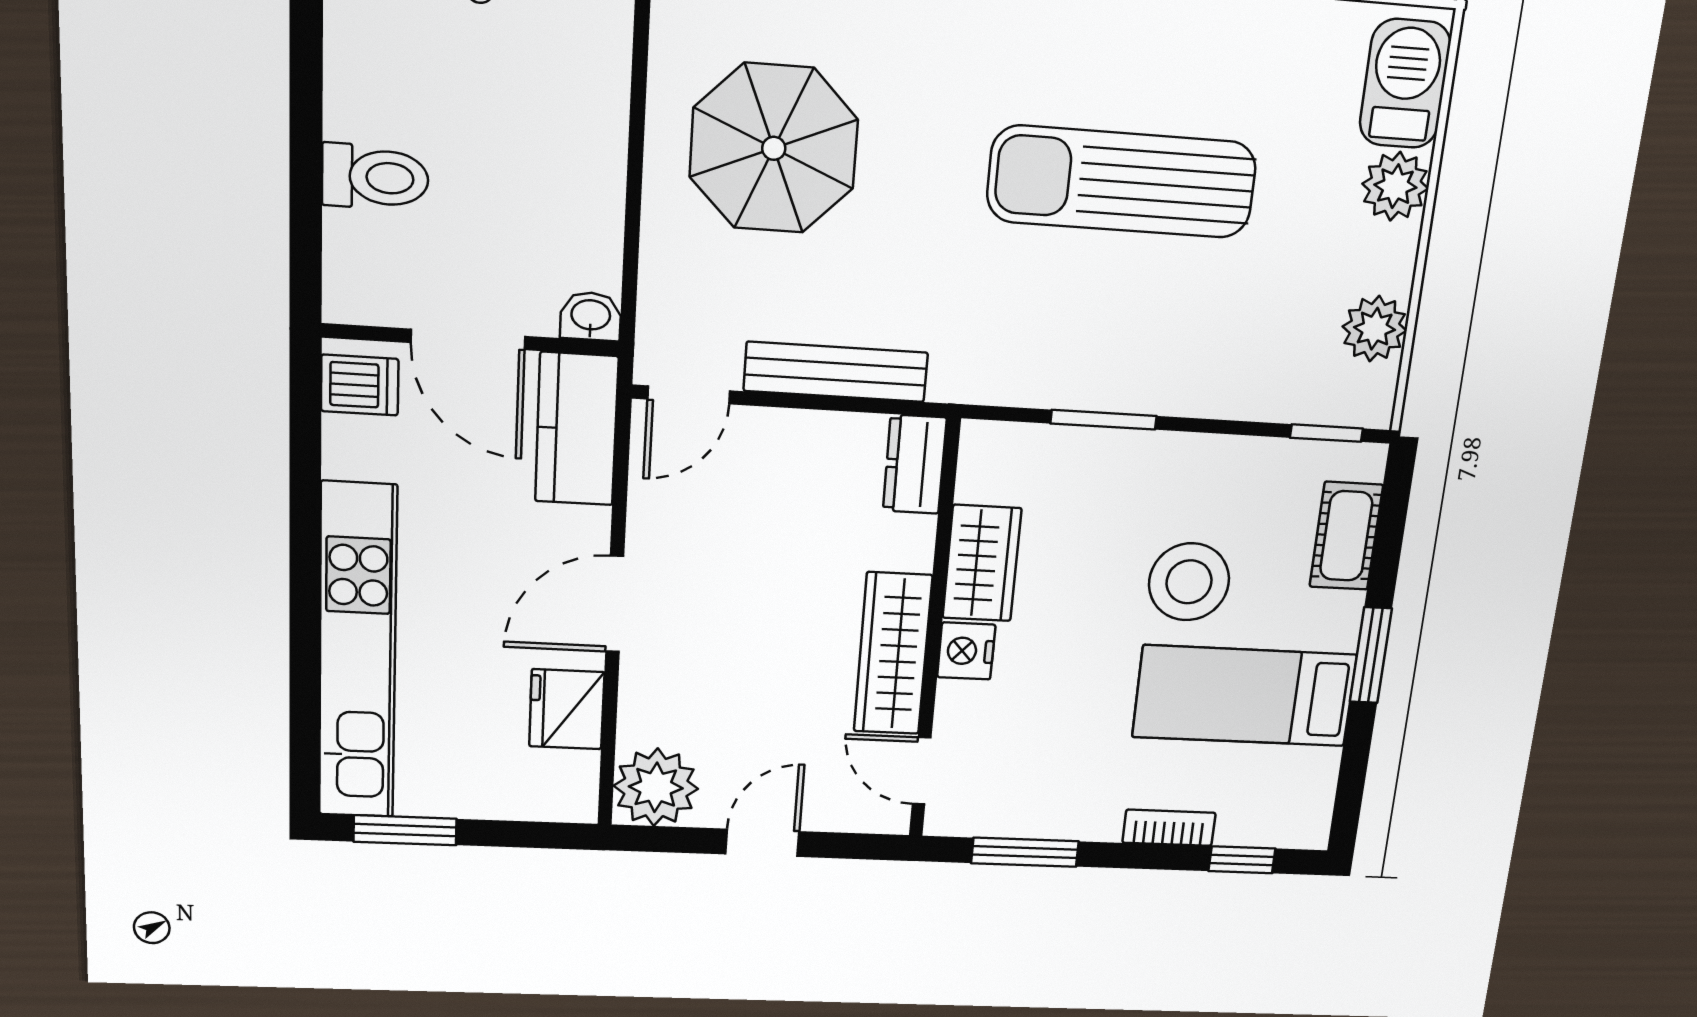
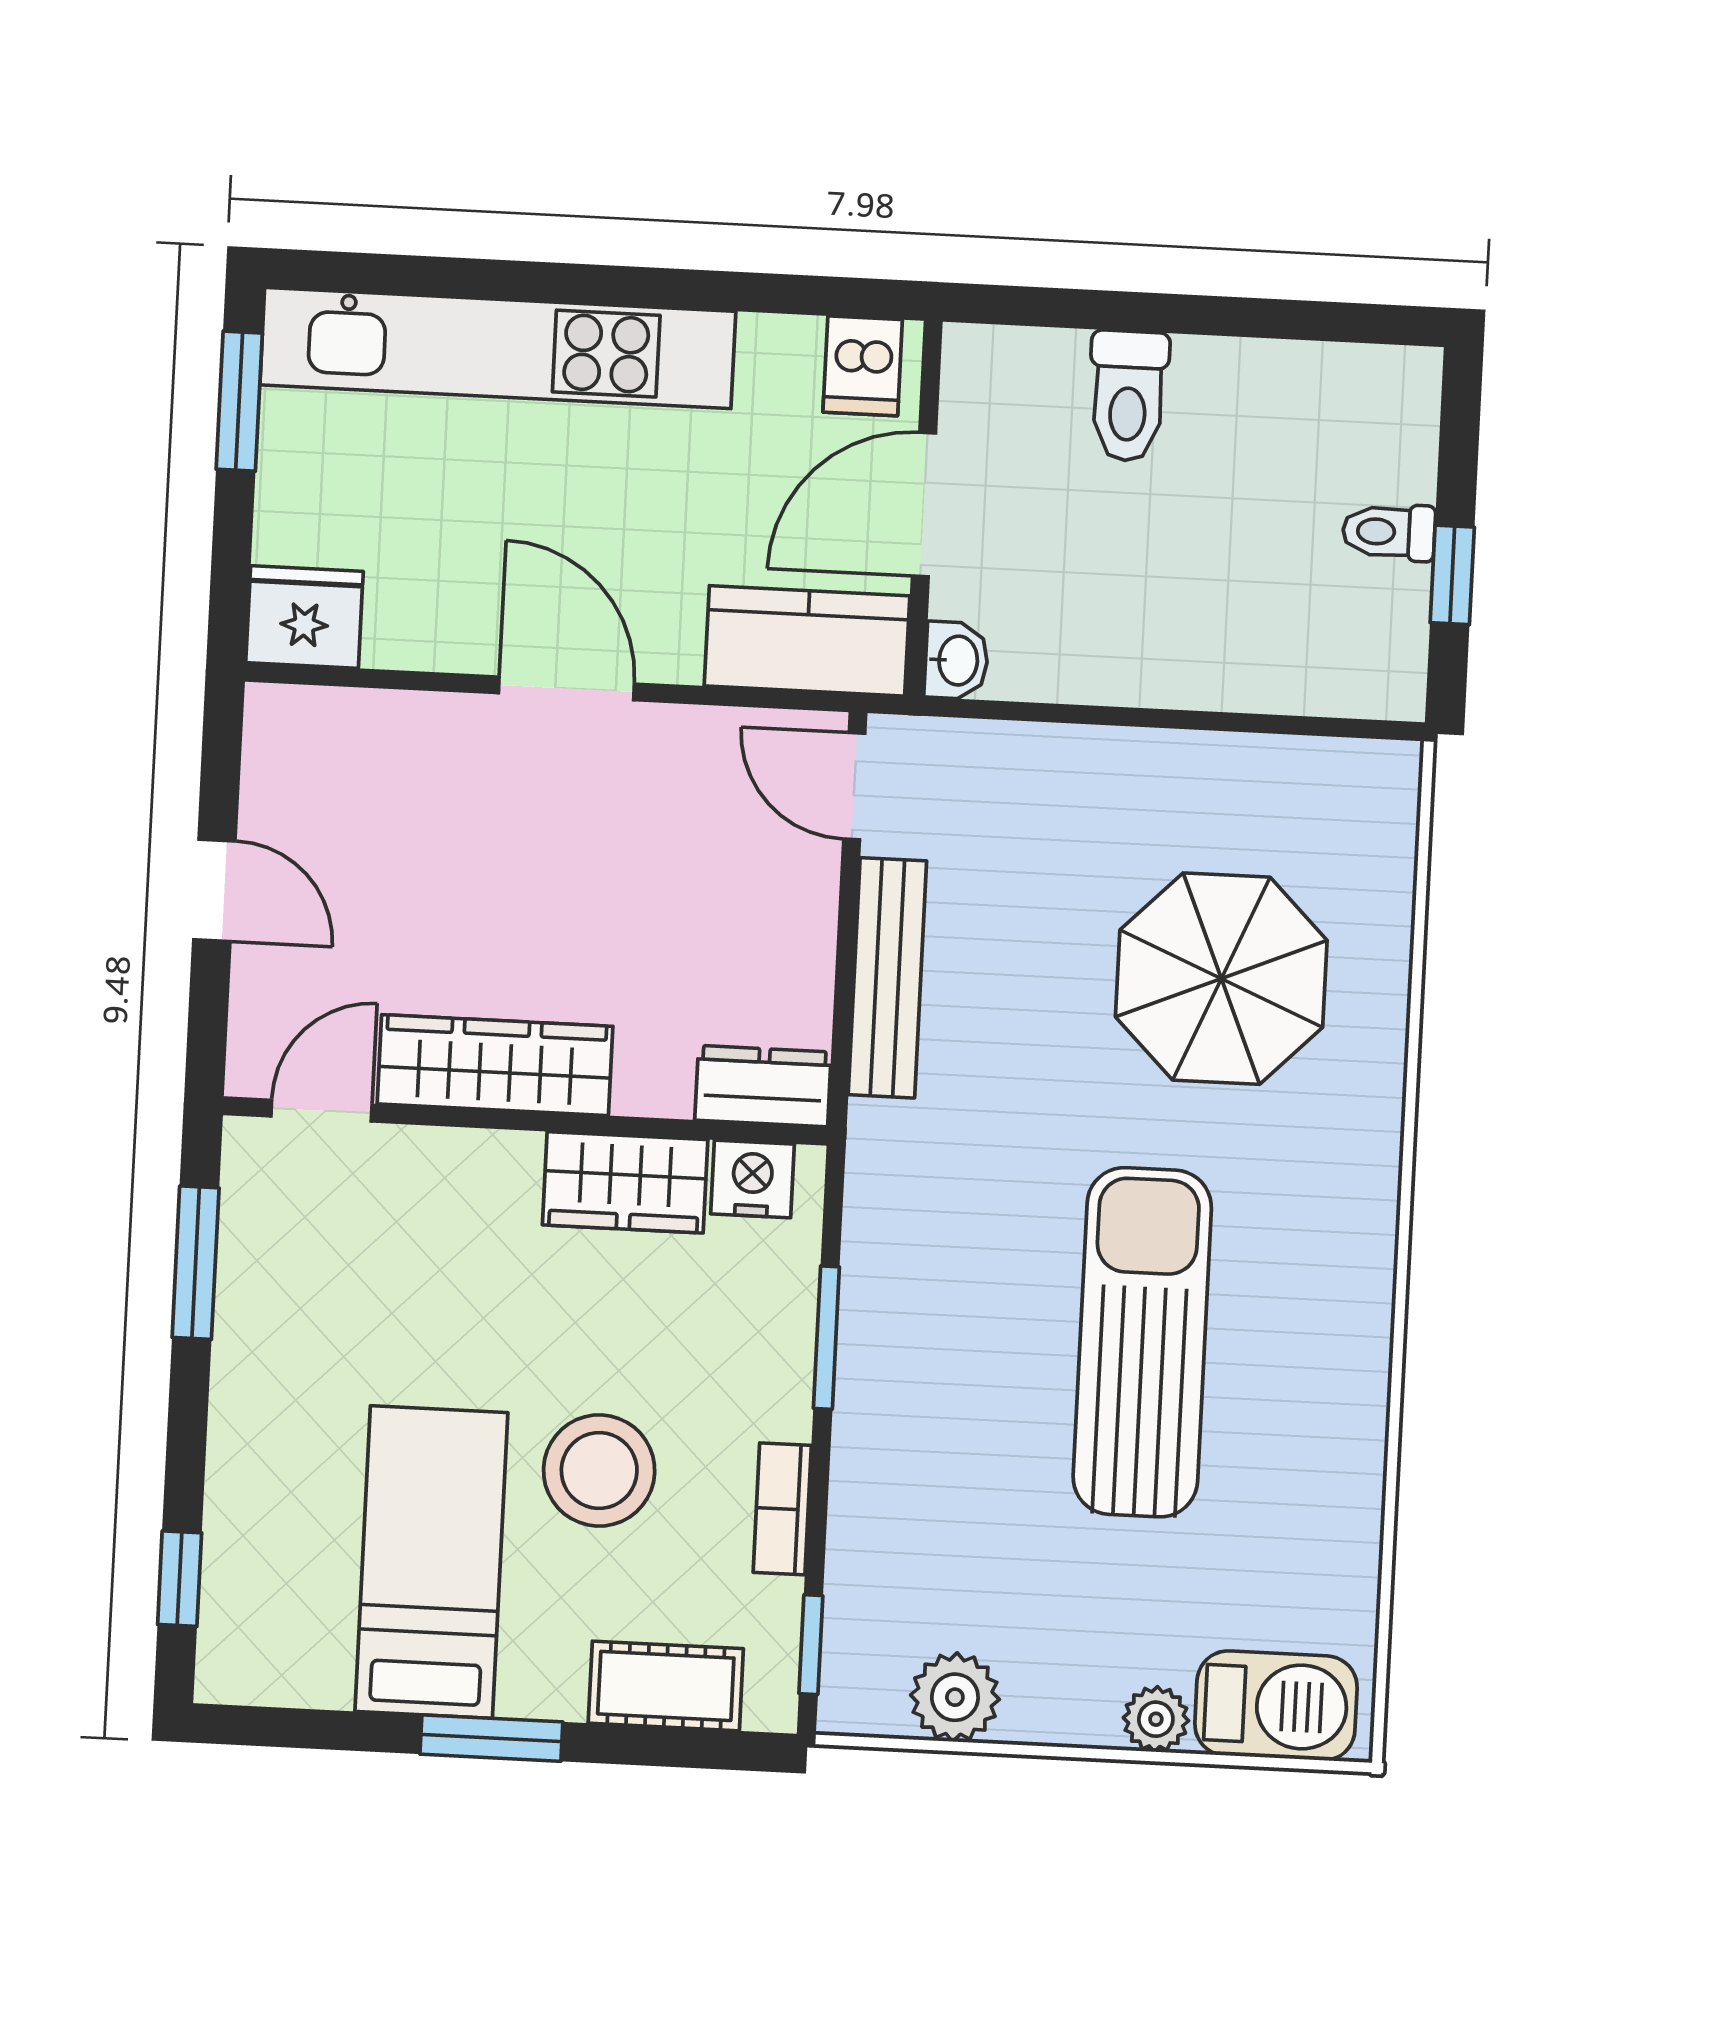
parasol: (774, 148) -> (1221, 979), moved
plant: (1395, 186) -> (1156, 1719), width x0.73, depth x0.73
nightstand: (966, 651) -> (752, 1179), moved
fridge: (567, 709) -> (305, 617), moved
plant: (656, 787) -> (300, 743), removed
bookcase: (1169, 828) -> (782, 1509), moved, turned 180

